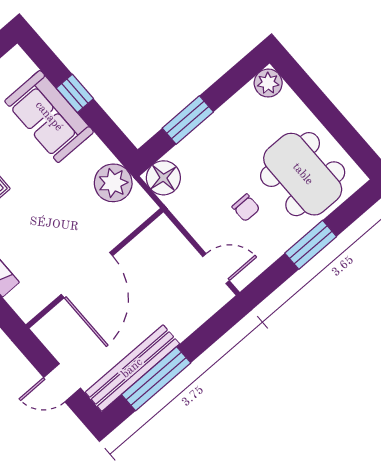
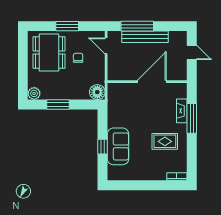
window: (188, 120) -> (58, 105), moved
plant: (113, 183) -> (116, 105), removed
bench: (132, 368) -> (145, 37), moved
window: (156, 379) -> (137, 26), moved

